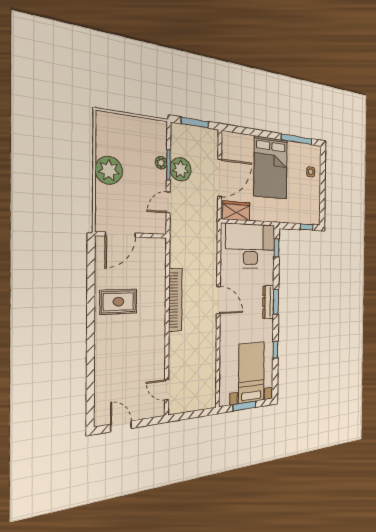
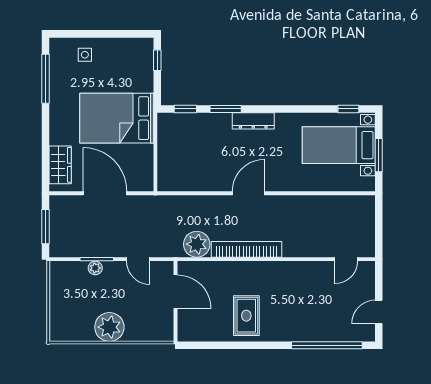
bed: (271, 168) -> (117, 118), moved, turned 180
plant: (181, 169) -> (197, 244), moved
wardrobe: (236, 211) -> (60, 165), moved, turned 180
door: (120, 235) -> (176, 292), moved
desk: (251, 246) -> (184, 148), removed
window: (276, 302) -> (226, 109), moved
window: (275, 350) -> (348, 109), moved
window: (90, 381) -> (327, 345), added

